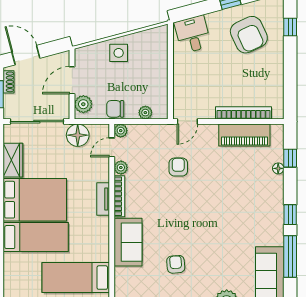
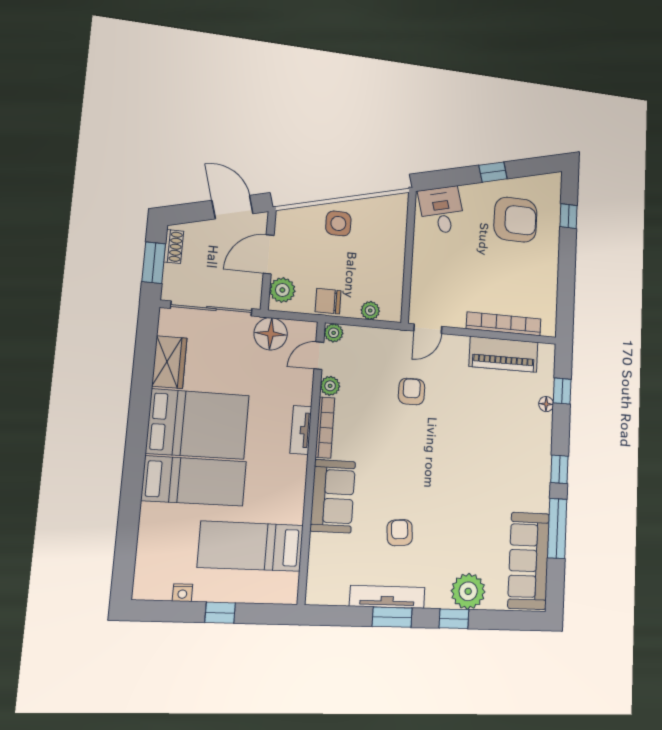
armchair: (249, 35) -> (515, 220), turned -65
door: (26, 55) -> (233, 207), moved

